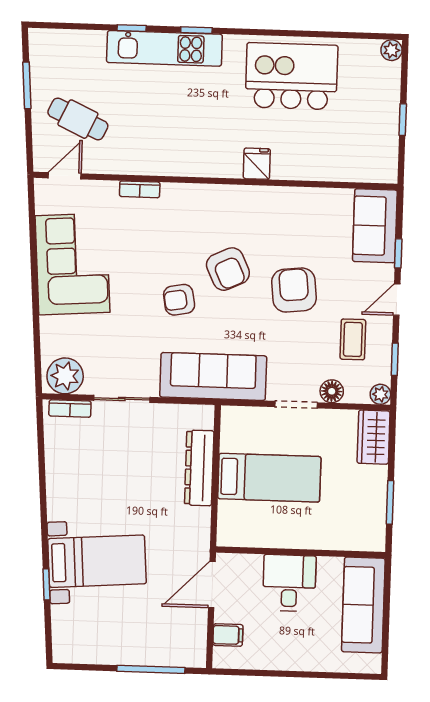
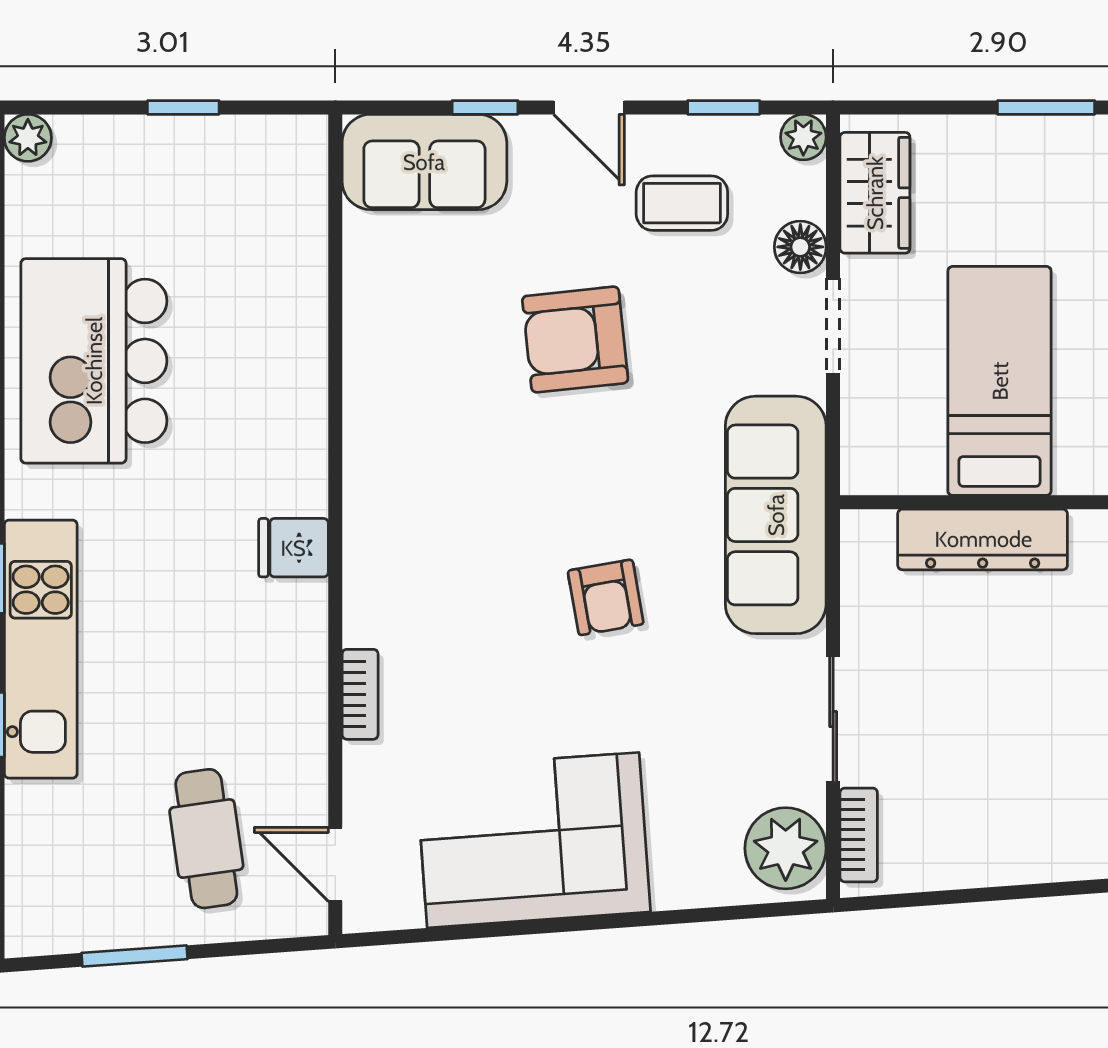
cafe table: (78, 119) -> (206, 839), turned -33
fridge: (257, 164) -> (293, 548), moved
armchair: (228, 269) -> (533, 490), removed
wardrobe: (374, 437) -> (875, 193), moved, turned -90

